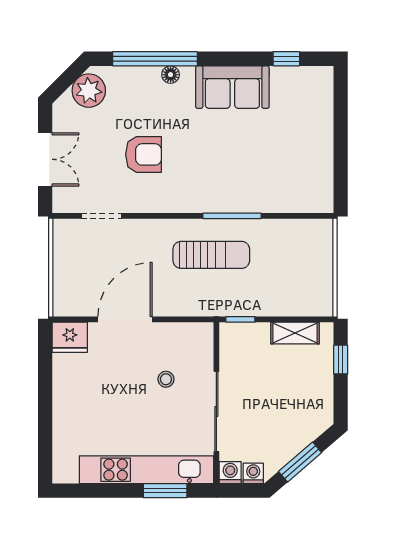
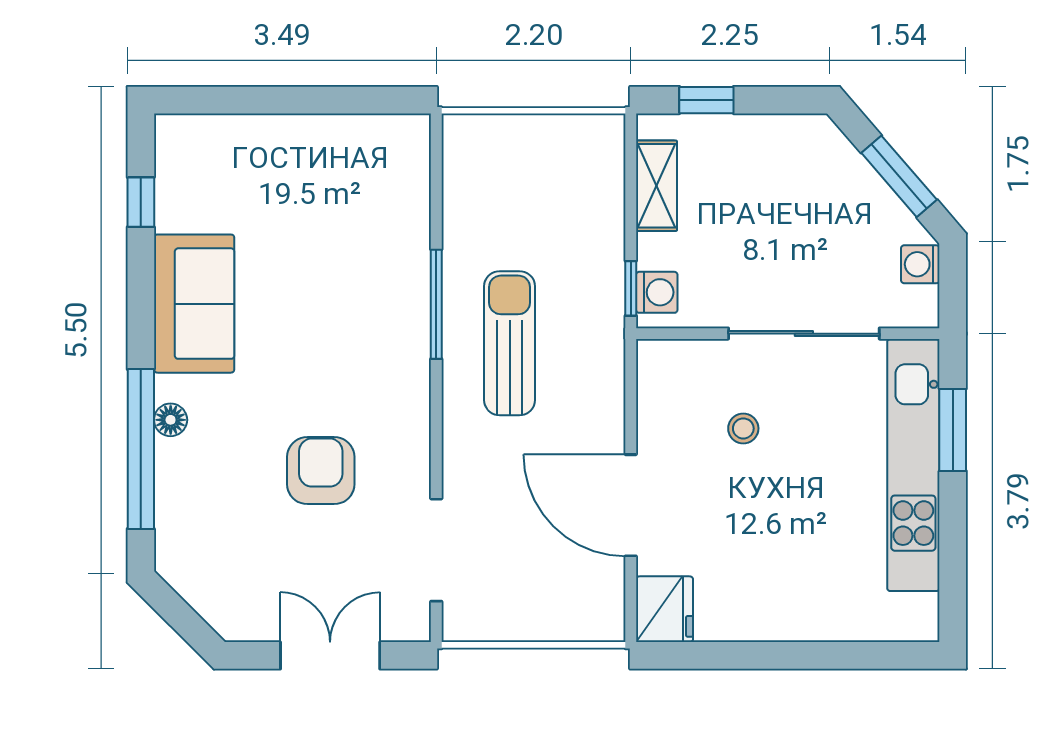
plant: (89, 91) -> (201, 574), removed
doorway: (101, 216) -> (436, 550), width x1.38
washing machine: (230, 473) -> (657, 292), moved, turned 180

